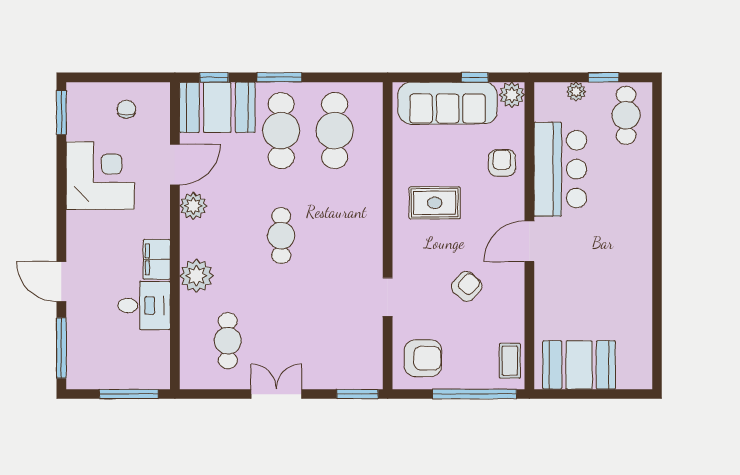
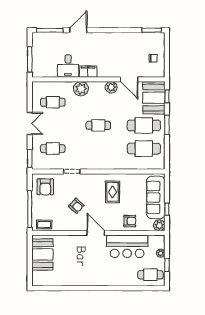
corner desk: (100, 176) -> (124, 47), removed
cafe table: (335, 341) -> (53, 149), added

